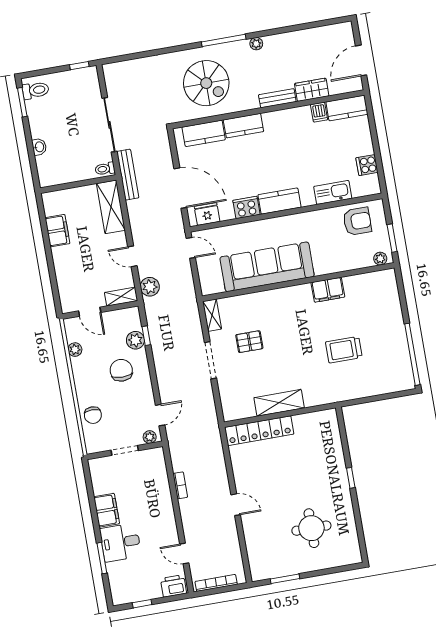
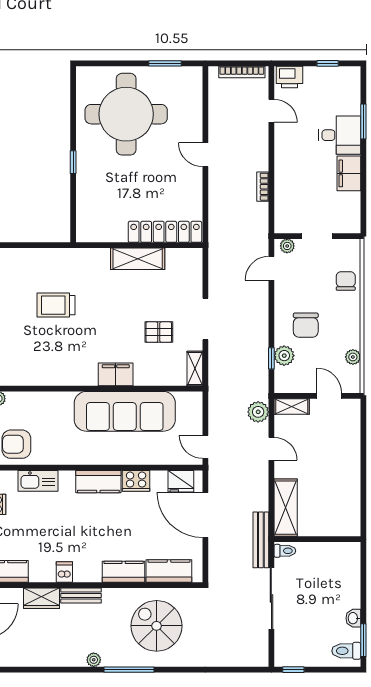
dishwasher: (319, 112) -> (64, 572), moved
washbasin: (39, 147) -> (353, 618), moved
filing cabinet: (57, 231) -> (349, 492), removed
filing cabinet: (328, 290) -> (116, 374), moved
trolley: (344, 350) -> (56, 305), turned 180
round table: (311, 528) -> (126, 114), width x1.86, depth x1.86

